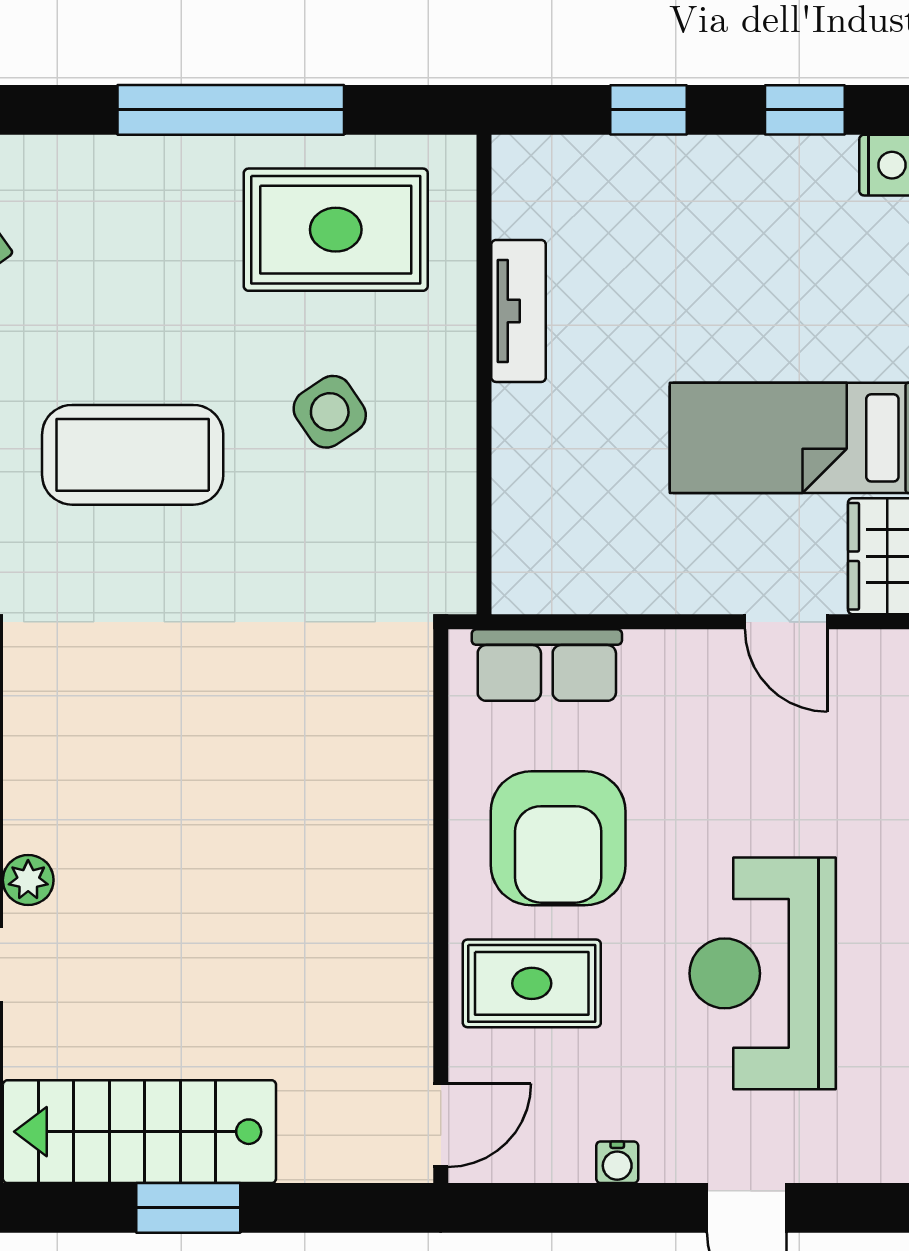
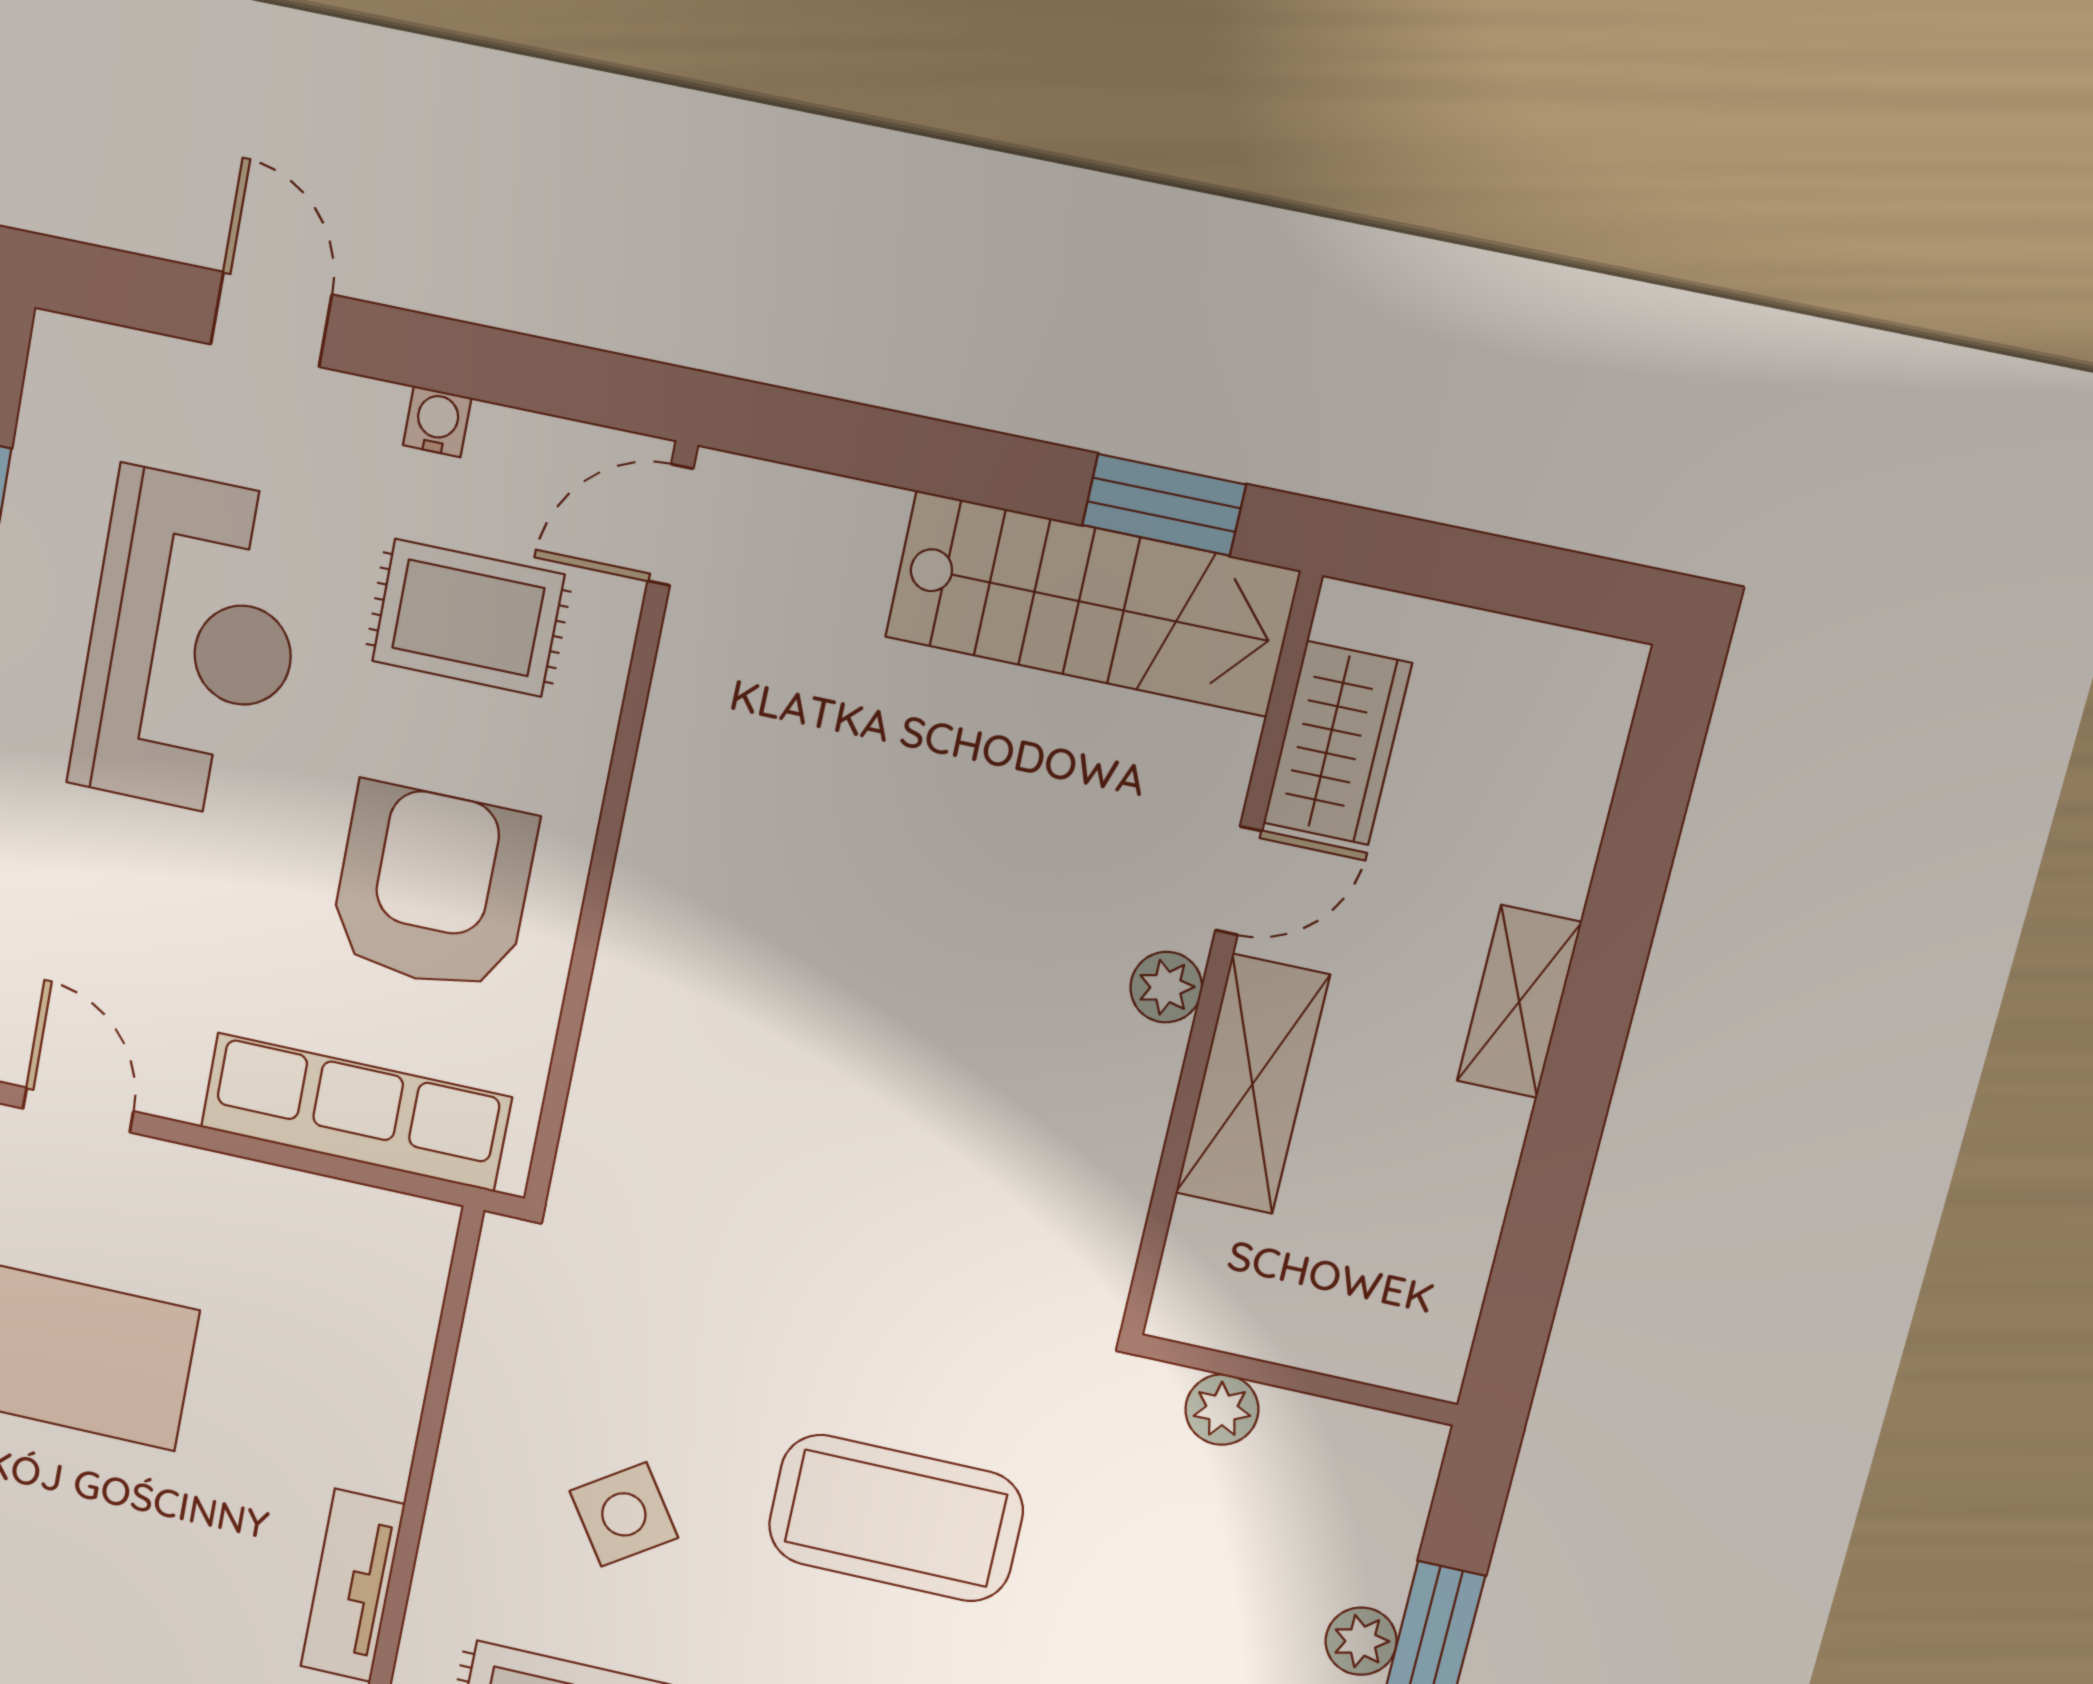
row of seats: (547, 665) -> (356, 1112), width x1.48
rug: (532, 983) -> (468, 618), moved
window: (188, 1208) -> (1164, 505), moved

